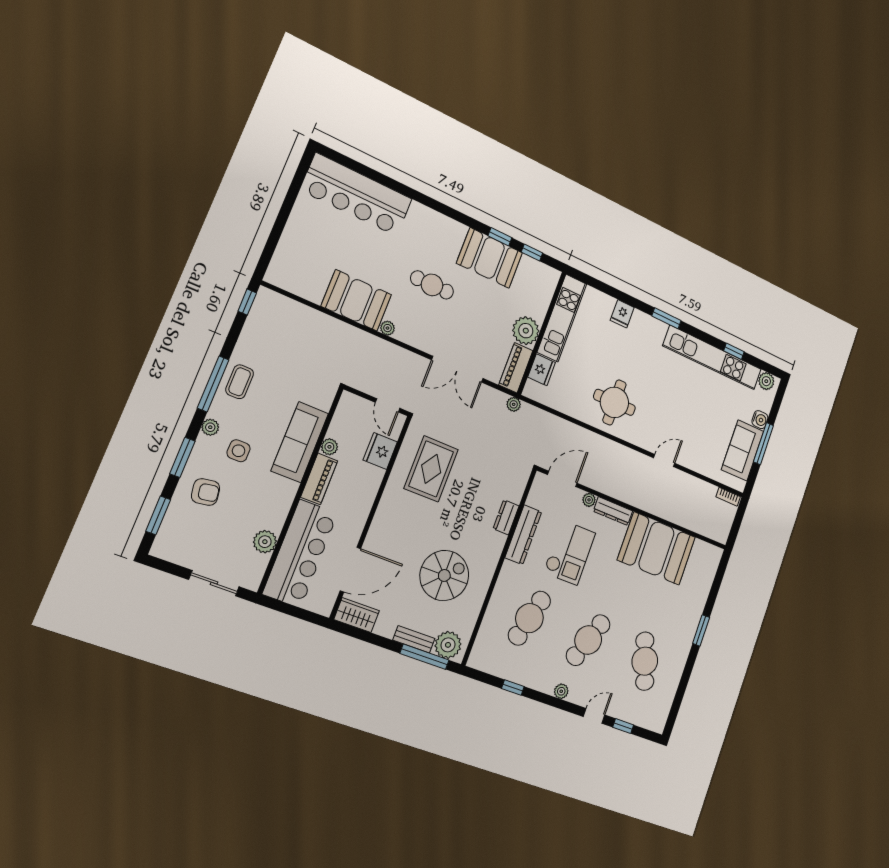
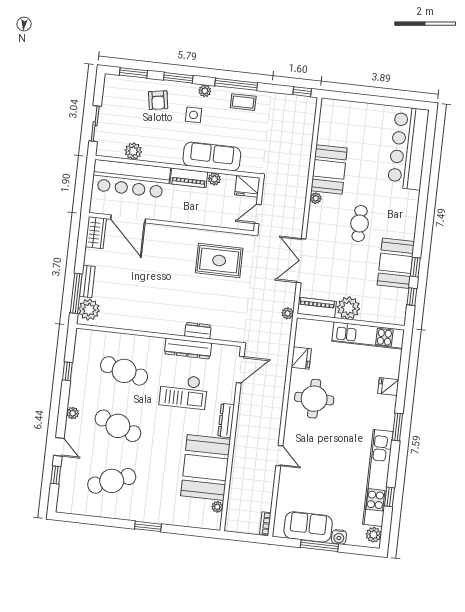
fridge: (542, 370) -> (301, 358), moved, turned -90
fridge: (380, 451) -> (247, 186), moved, turned 180
door: (562, 479) -> (240, 370), hinge flipped
plant: (589, 500) -> (217, 507), moved
spiral stairs: (444, 575) -> (141, 293), removed

